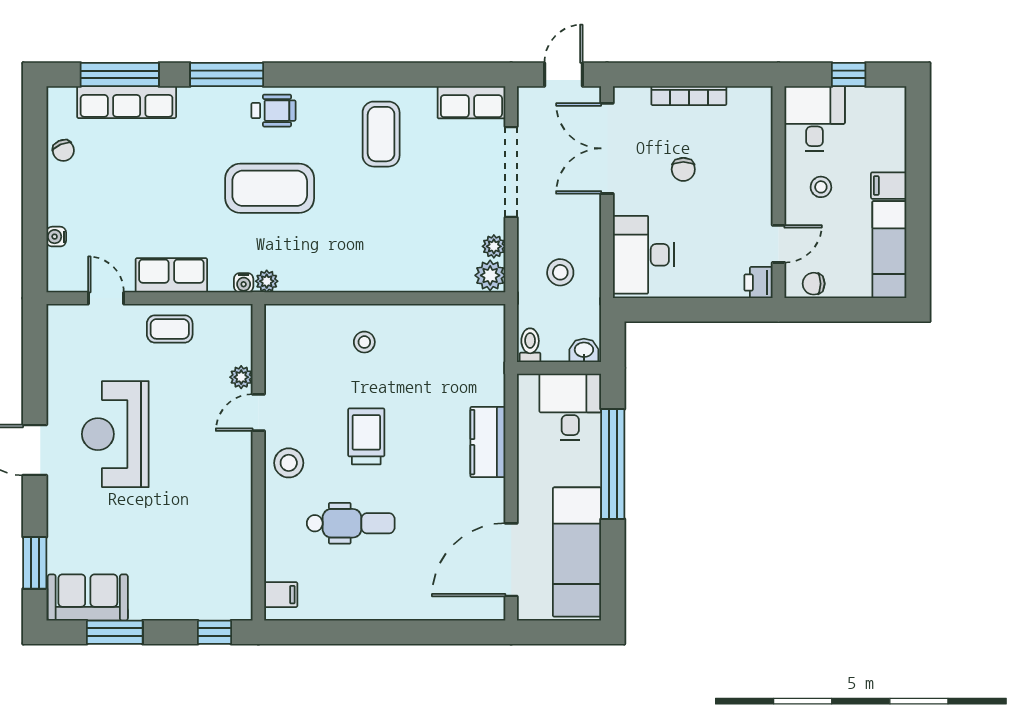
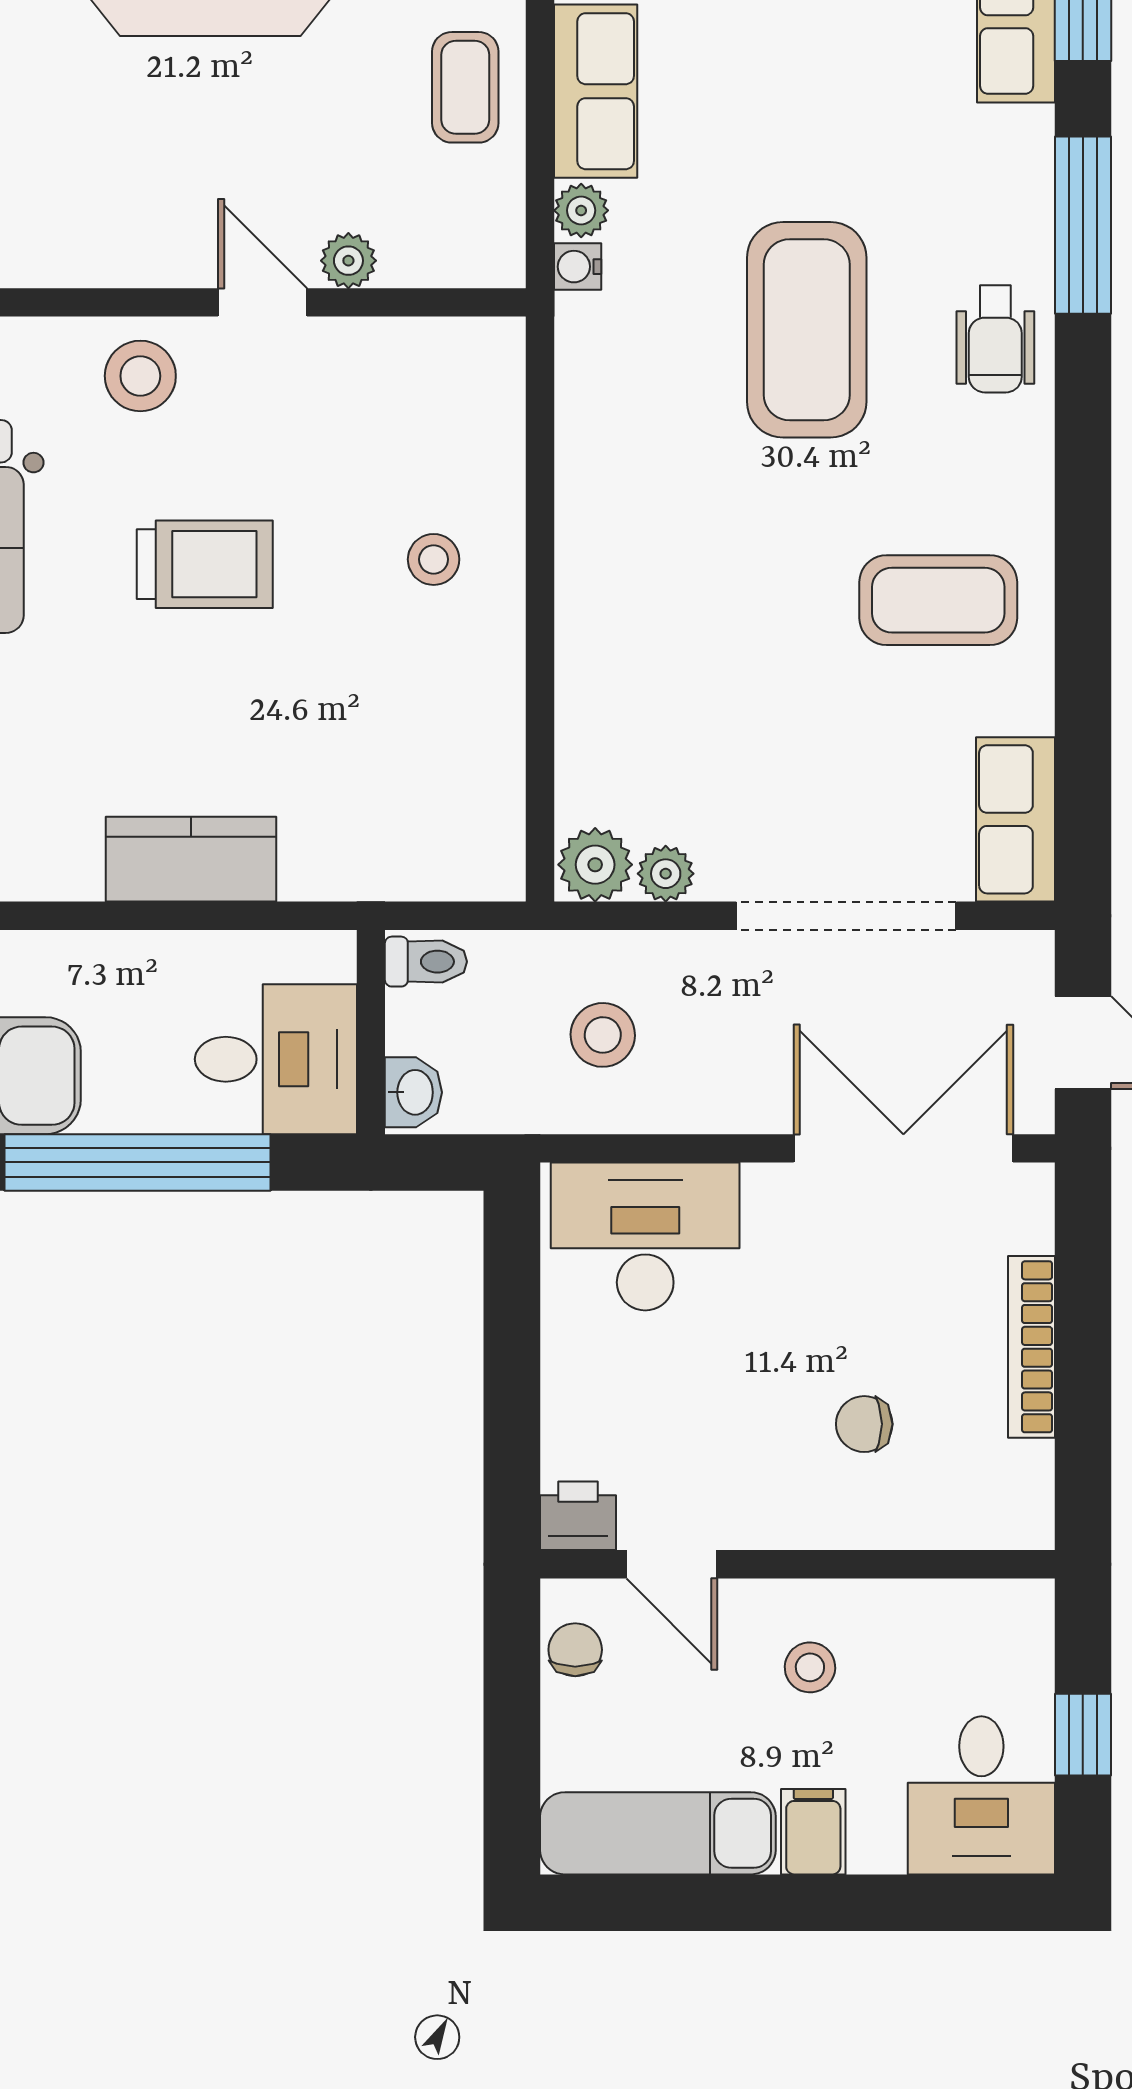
desk: (815, 119) -> (981, 1795), moved, turned 90
chair: (683, 169) -> (864, 1424), moved
plant: (267, 281) -> (581, 210), moved

